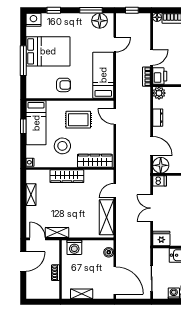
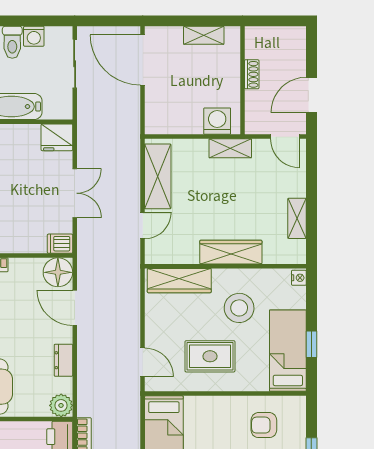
armchair: (63, 85) -> (264, 425), moved
shelving: (57, 233) -> (230, 148), moved
boiler: (109, 252) -> (154, 112), removed

